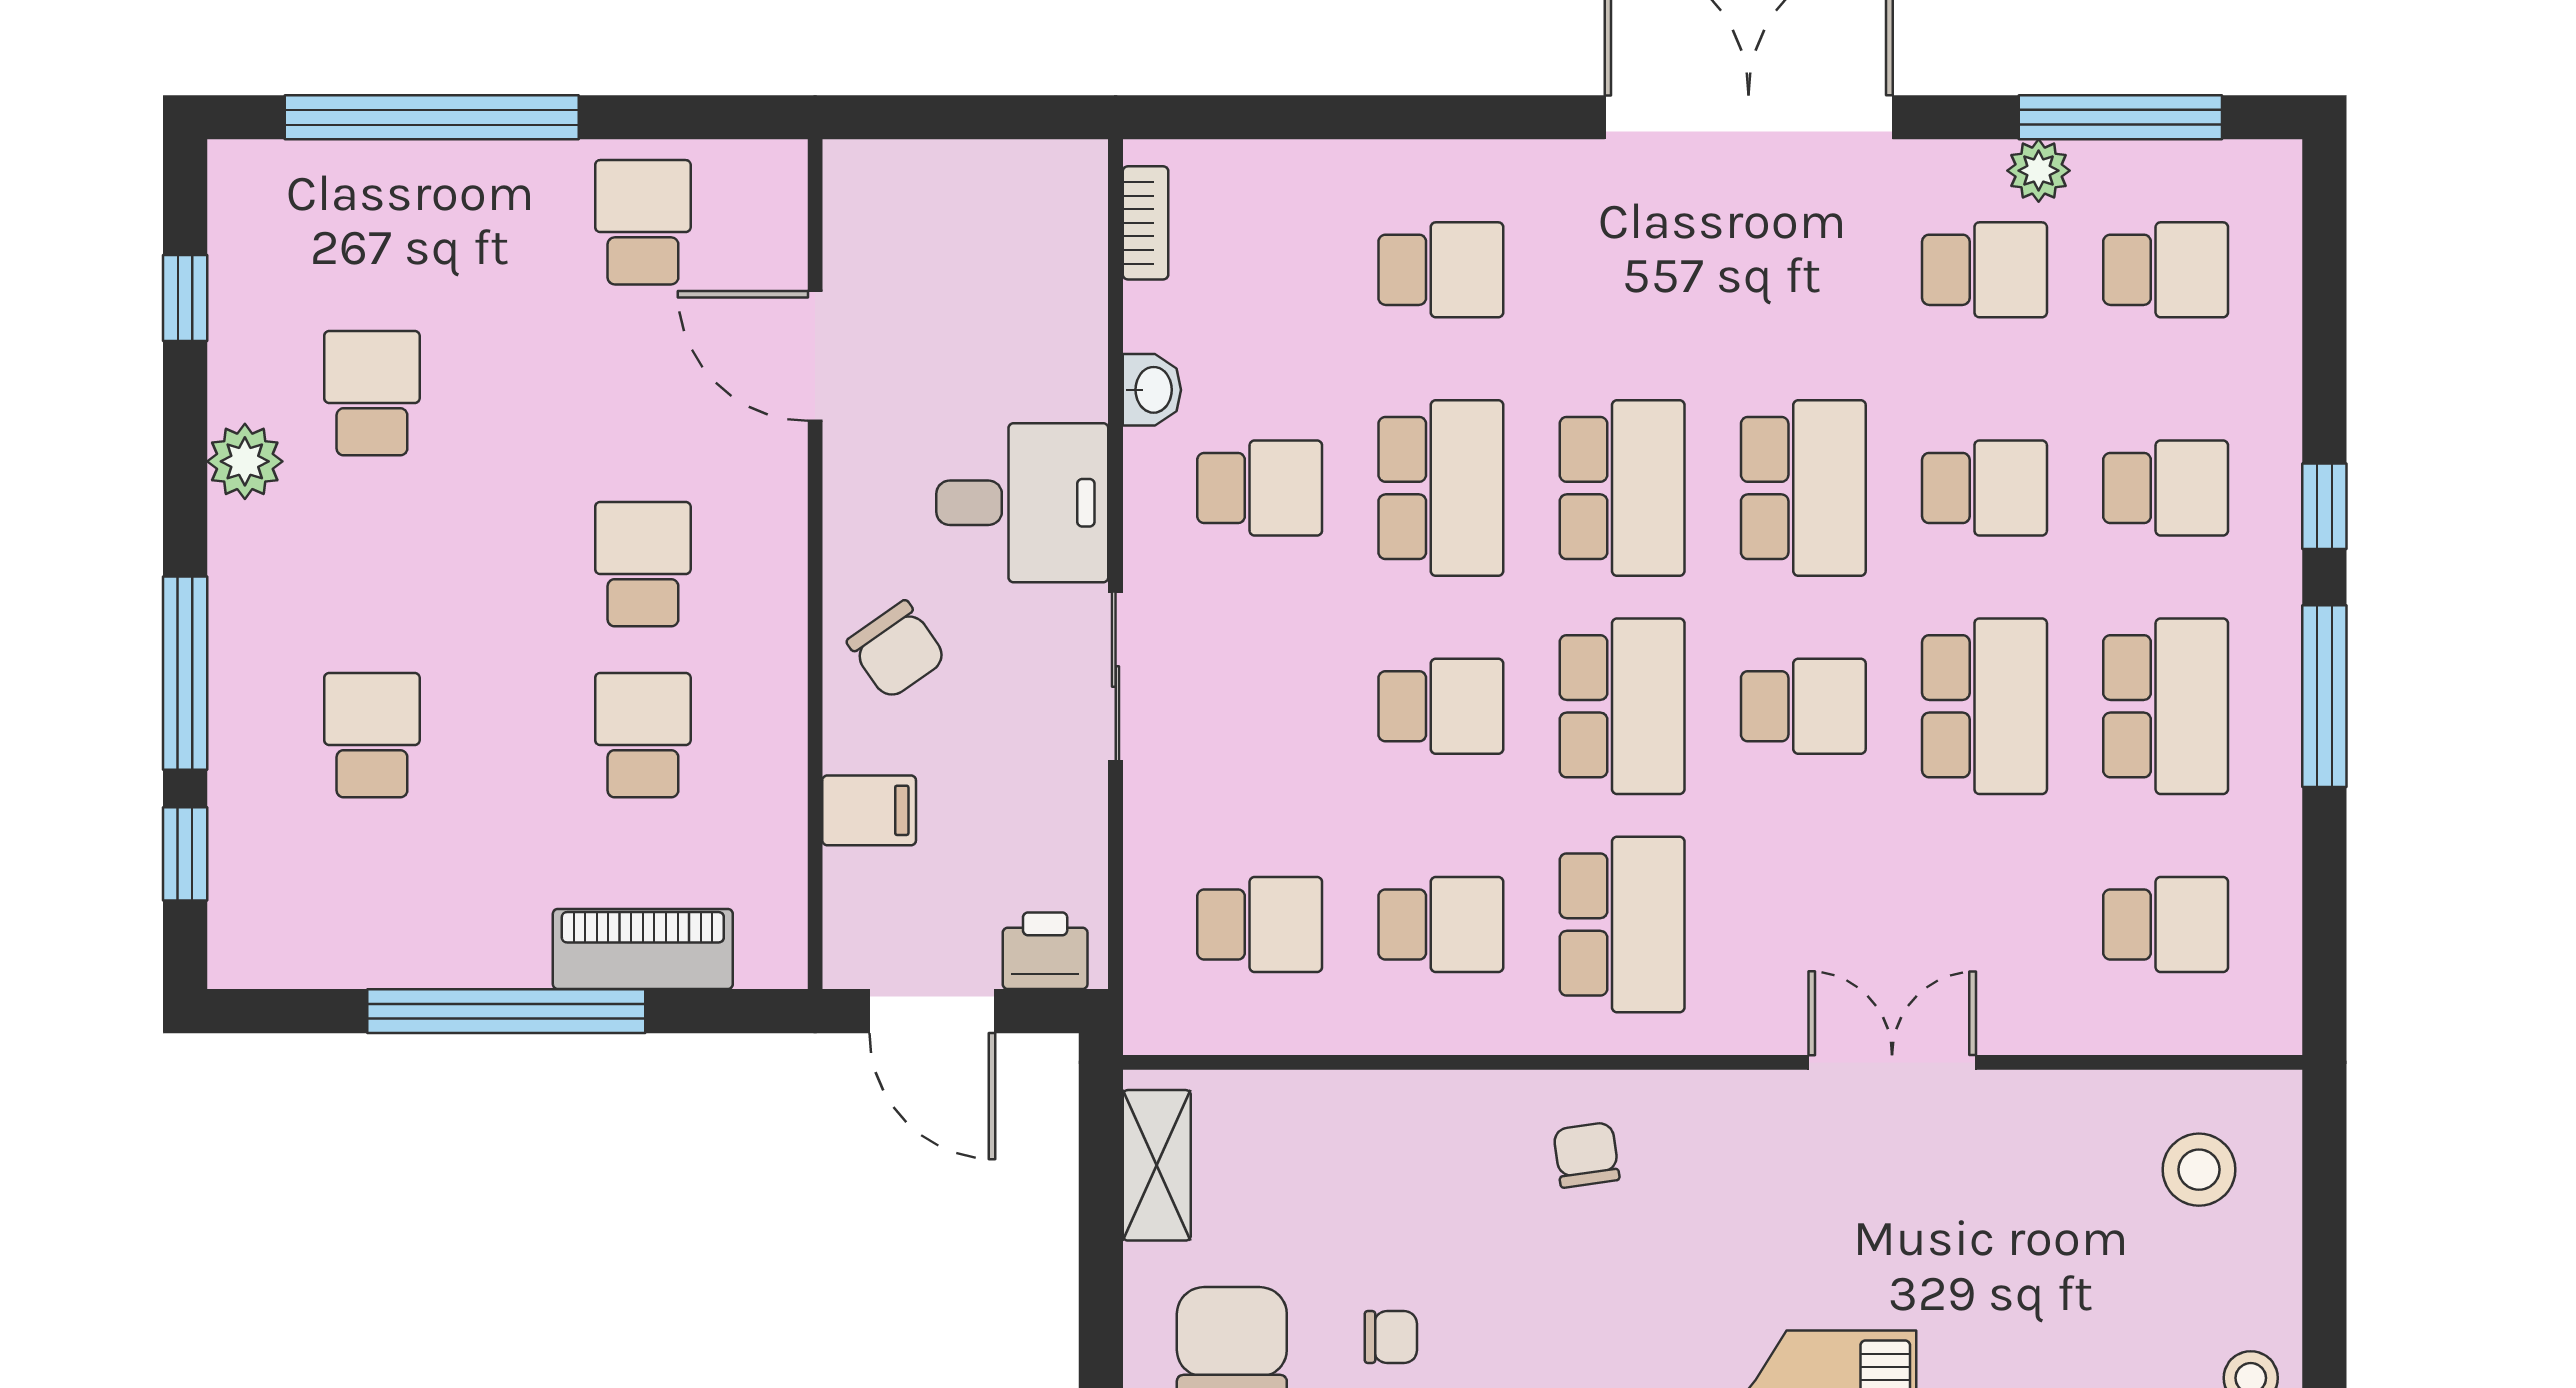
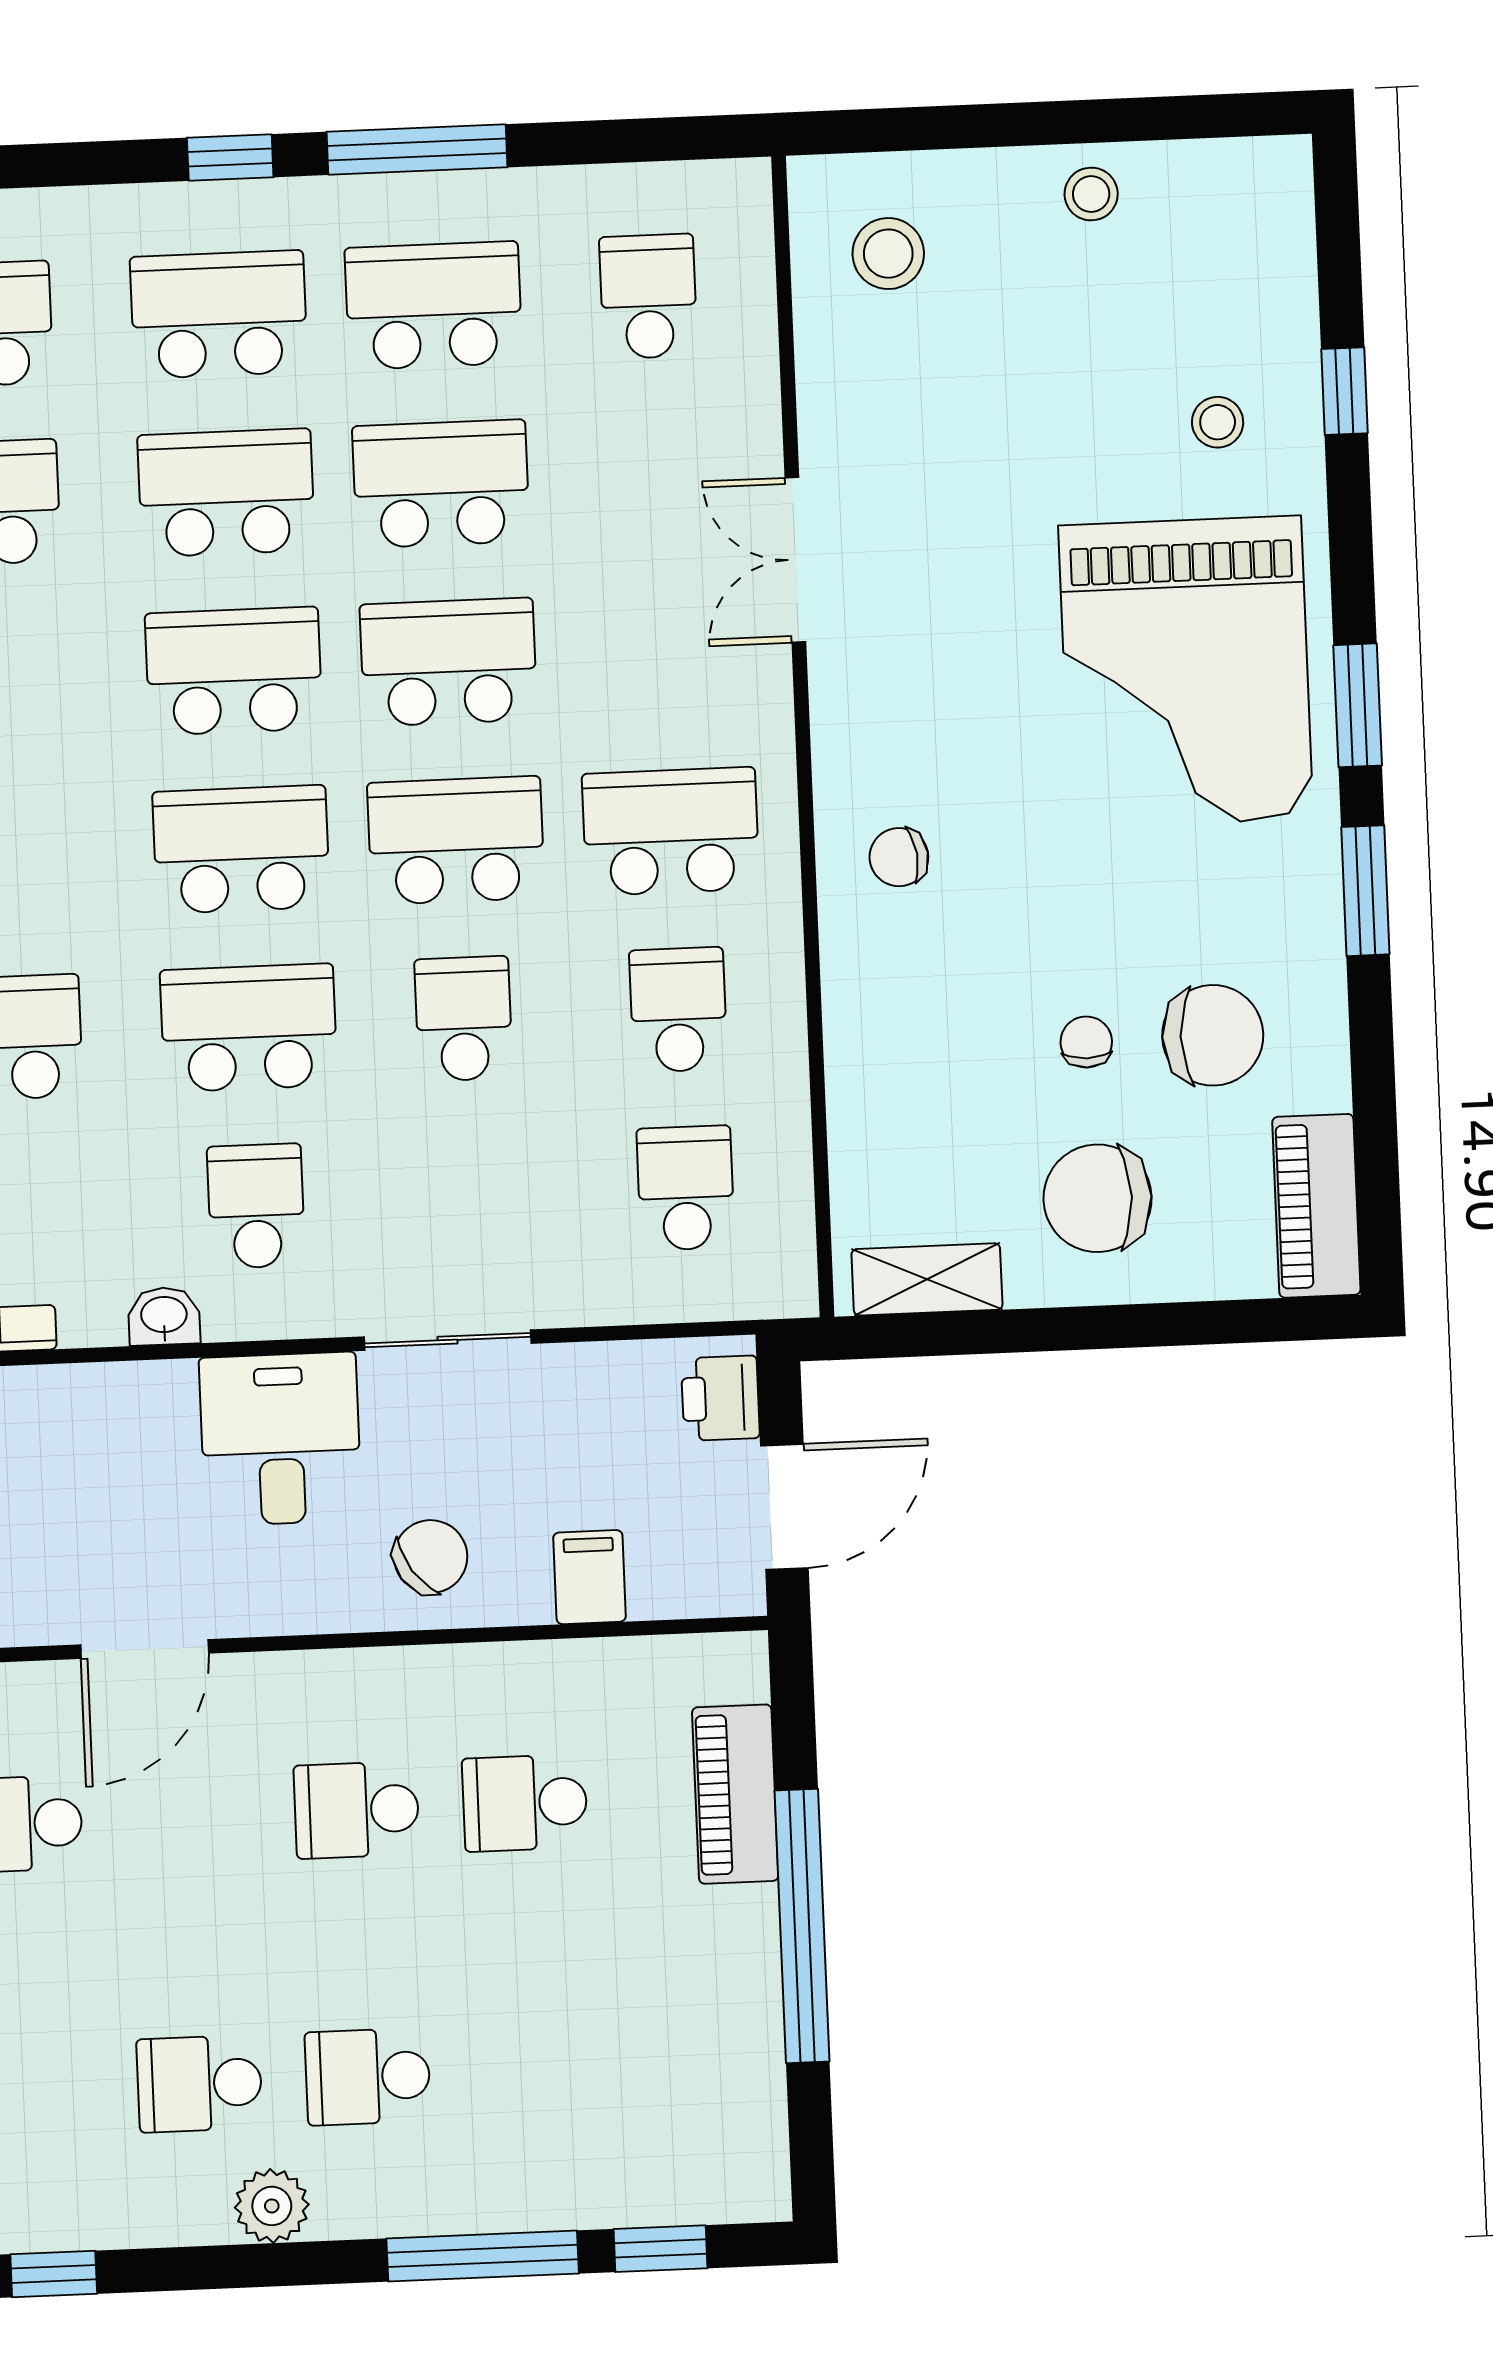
window: (185, 298) -> (54, 2274), moved
school desk: (1984, 488) -> (226, 493), width x1.85
school desk: (2166, 488) -> (219, 314), width x1.85
school desk: (1803, 706) -> (449, 662), width x1.85
school desk: (372, 735) -> (368, 2077), moved

